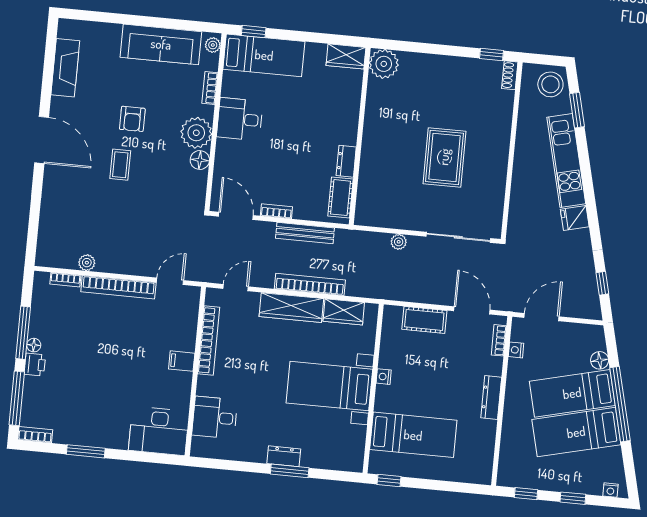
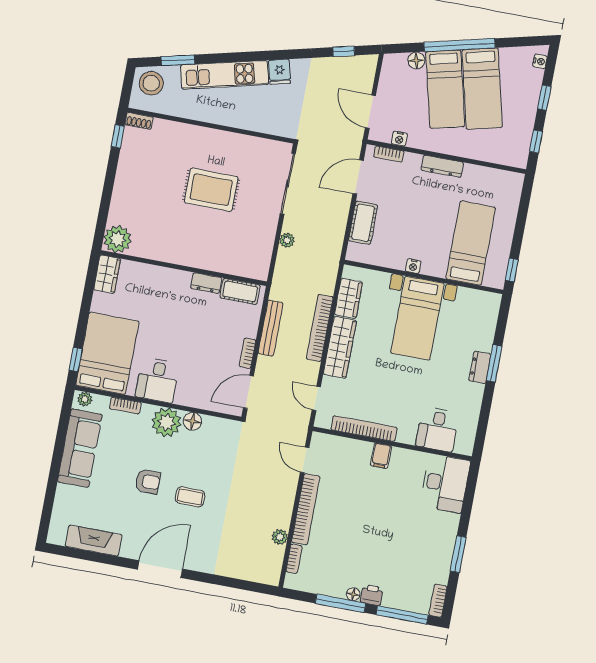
bed: (264, 55) -> (107, 353), width x1.50

